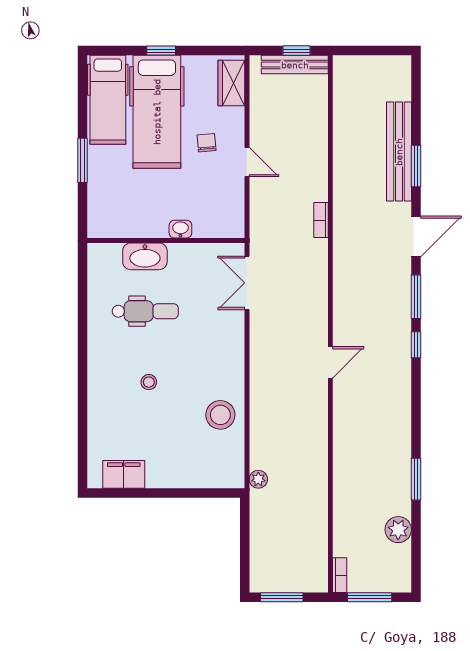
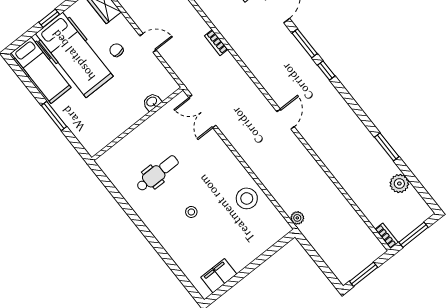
washbasin: (180, 229) -> (152, 102), moved
washbasin: (145, 256) -> (133, 142), removed

